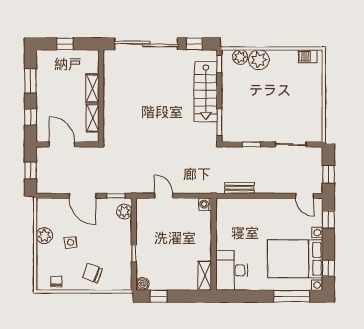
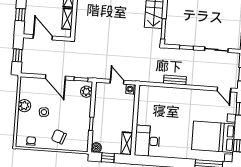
washing machine: (205, 204) -> (131, 89), moved
wall: (214, 244) -> (135, 120), moved
desk: (231, 270) -> (147, 141), moved
shelving: (205, 276) -> (127, 143), moved

